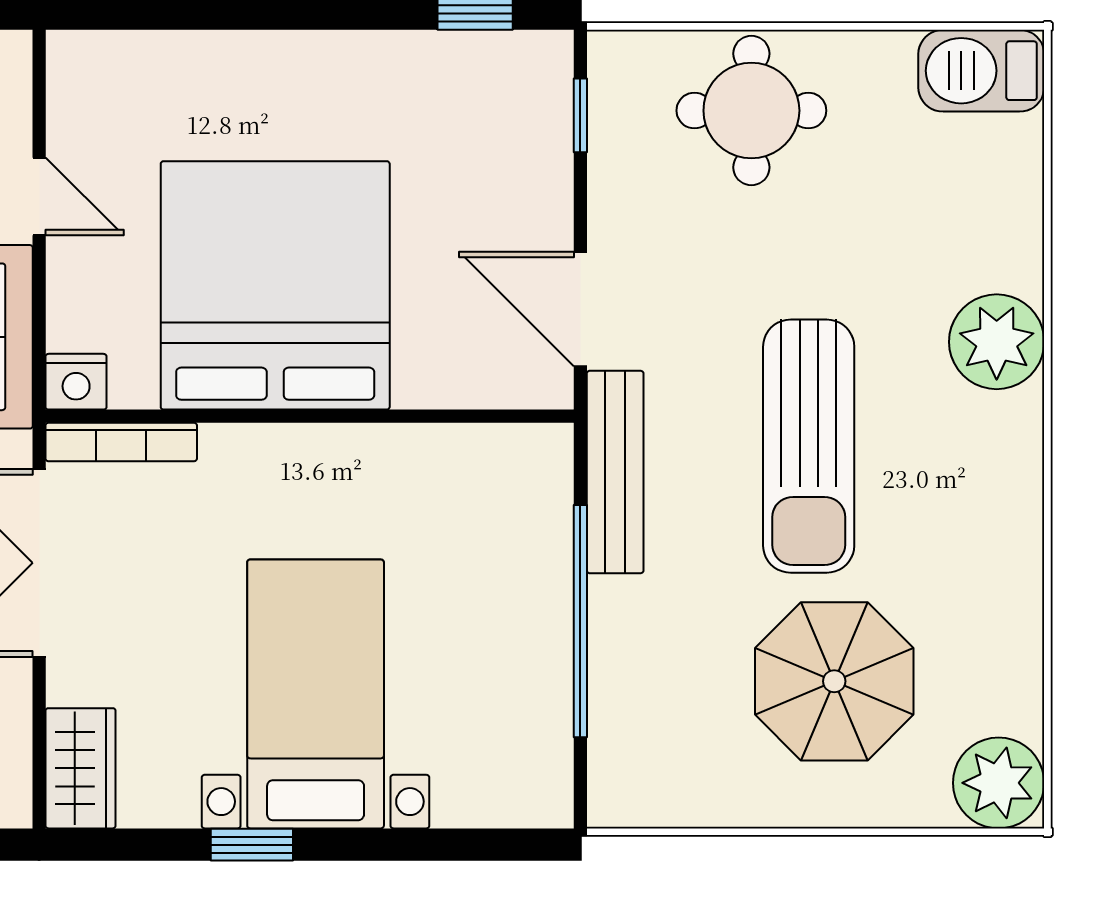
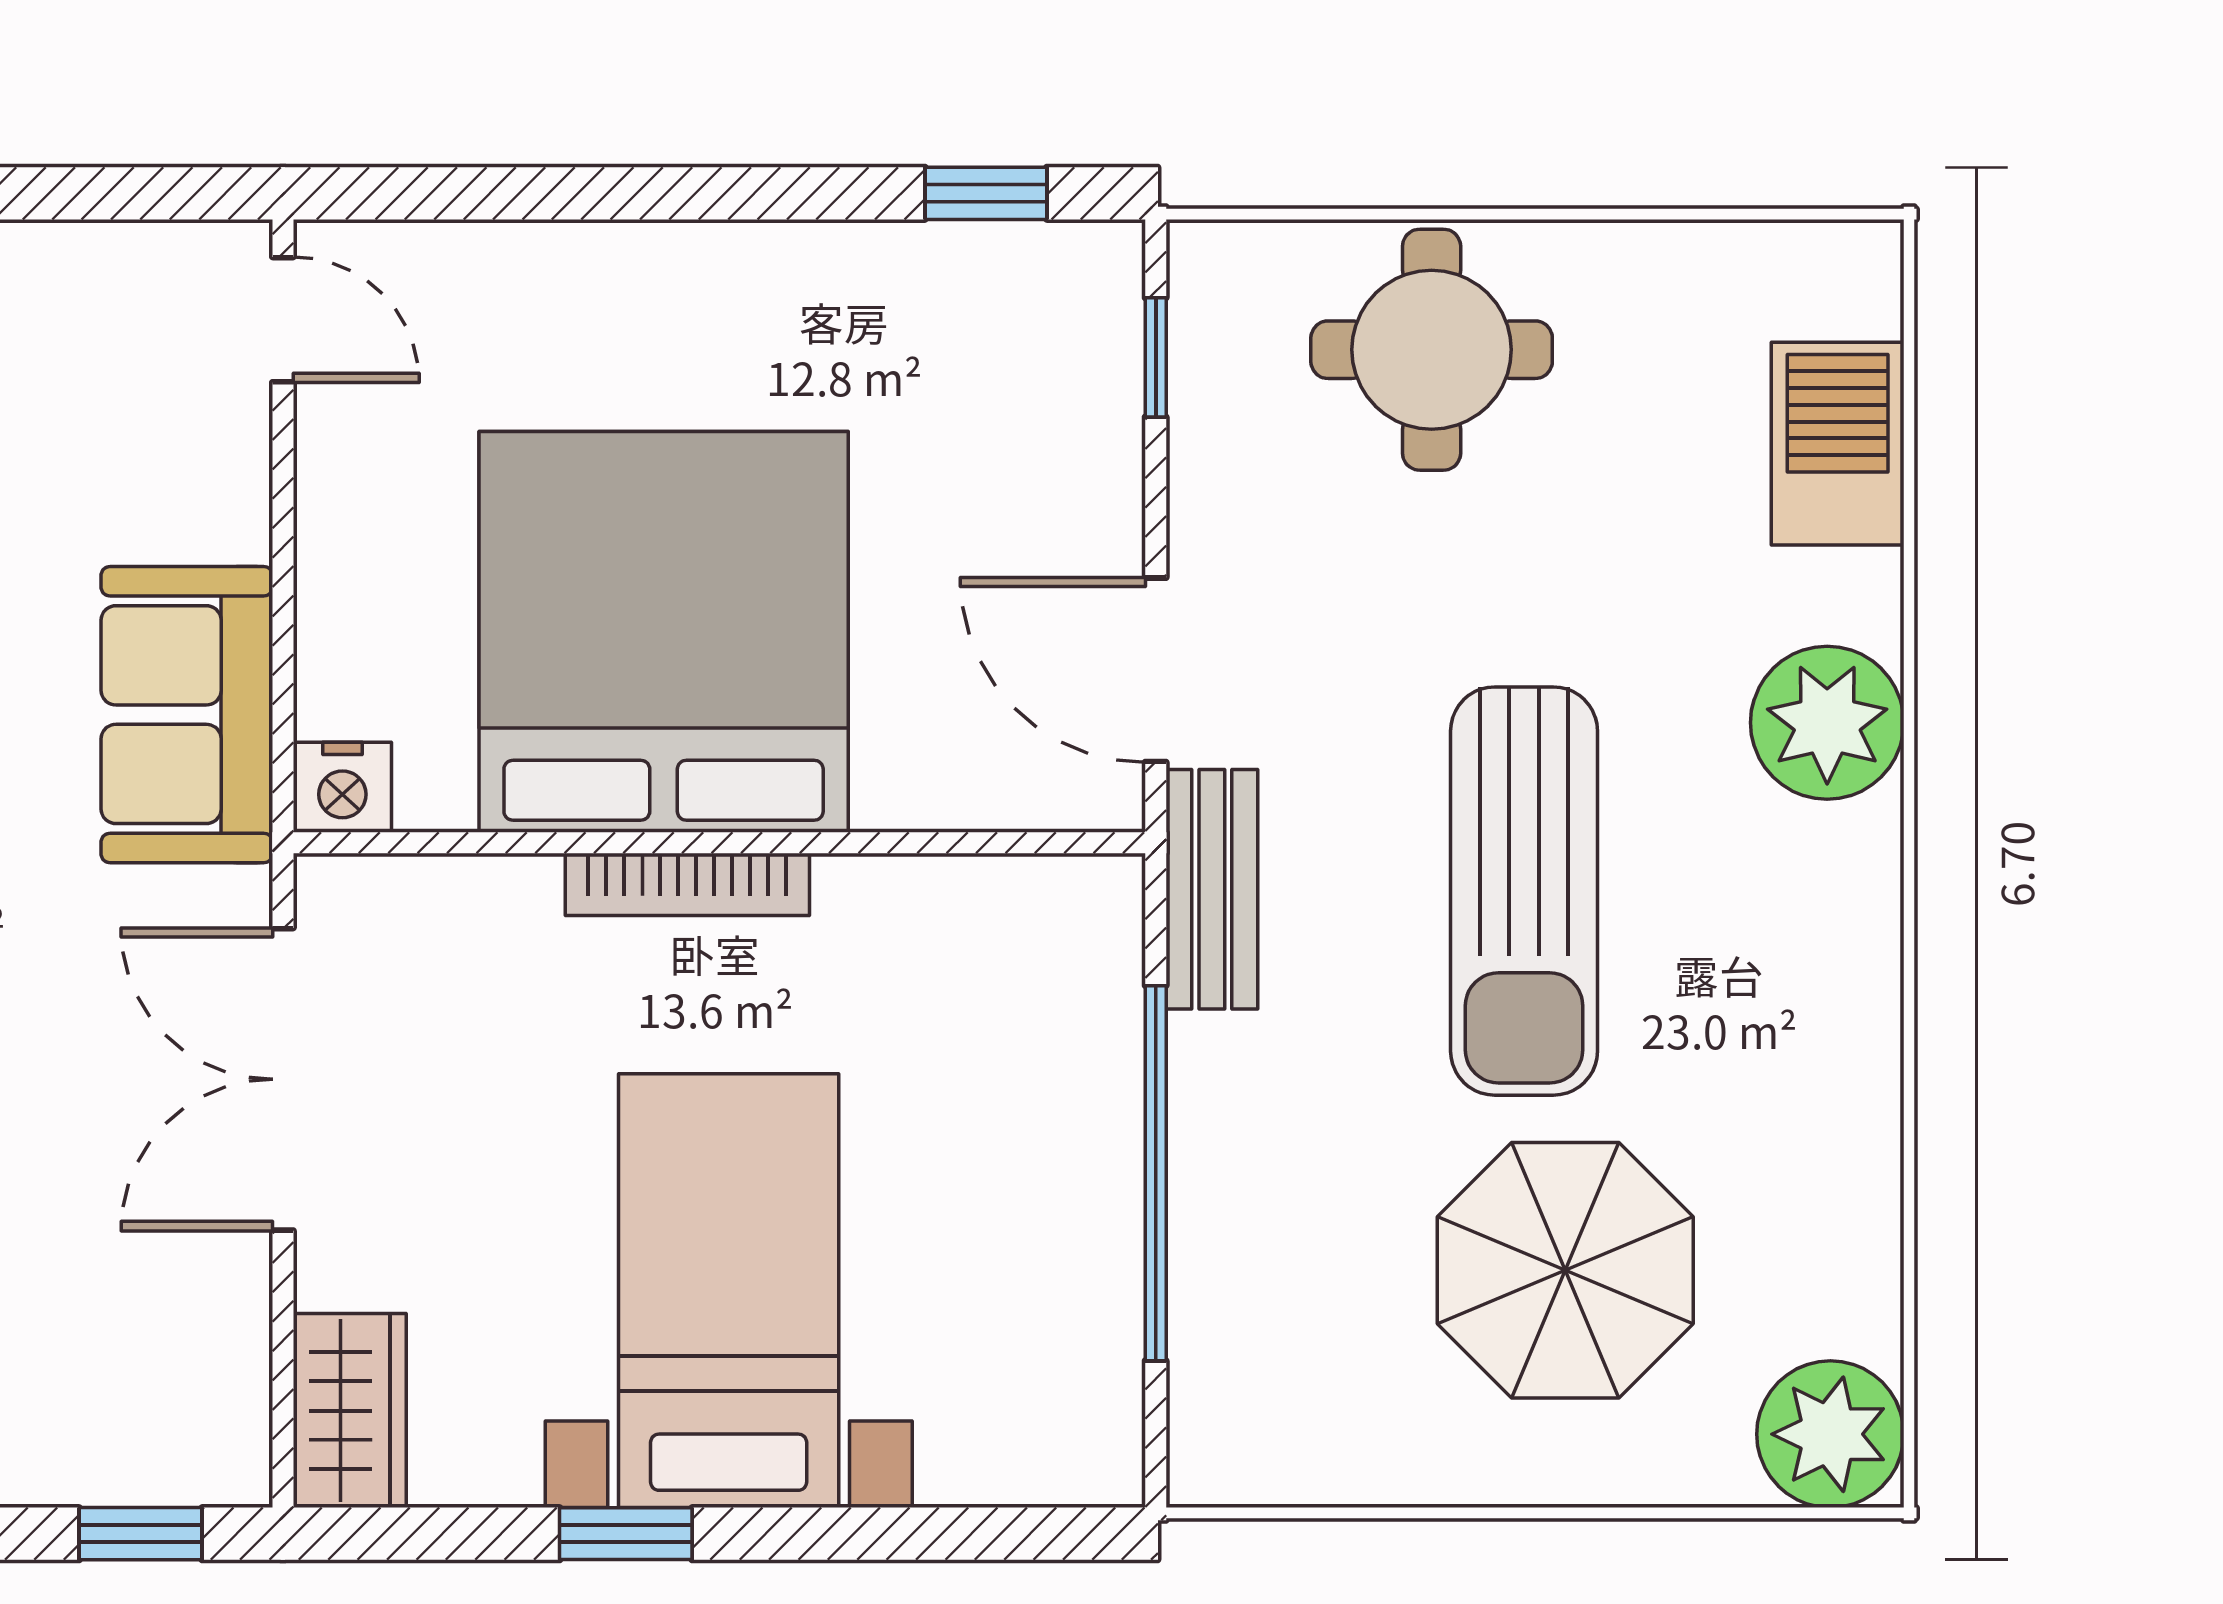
barbecue: (981, 71) -> (1838, 444), moved, turned 90
door: (39, 196) -> (283, 320), moved
bookcase: (121, 442) -> (687, 884), moved
bench: (615, 472) -> (1212, 889), width x0.73

